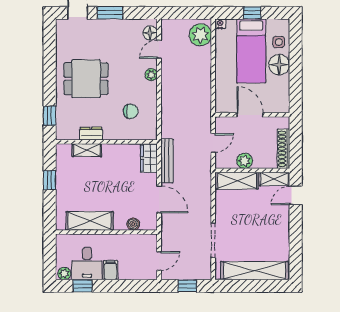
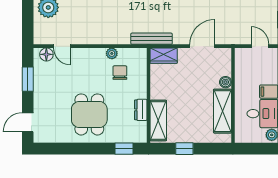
window: (110, 13) -> (28, 79), moved
plant: (151, 75) -> (112, 53), moved
shelving: (87, 150) -> (158, 120), width x1.50, depth x1.33
bench: (167, 161) -> (152, 39), moved
boiler: (133, 224) -> (225, 82), moved

